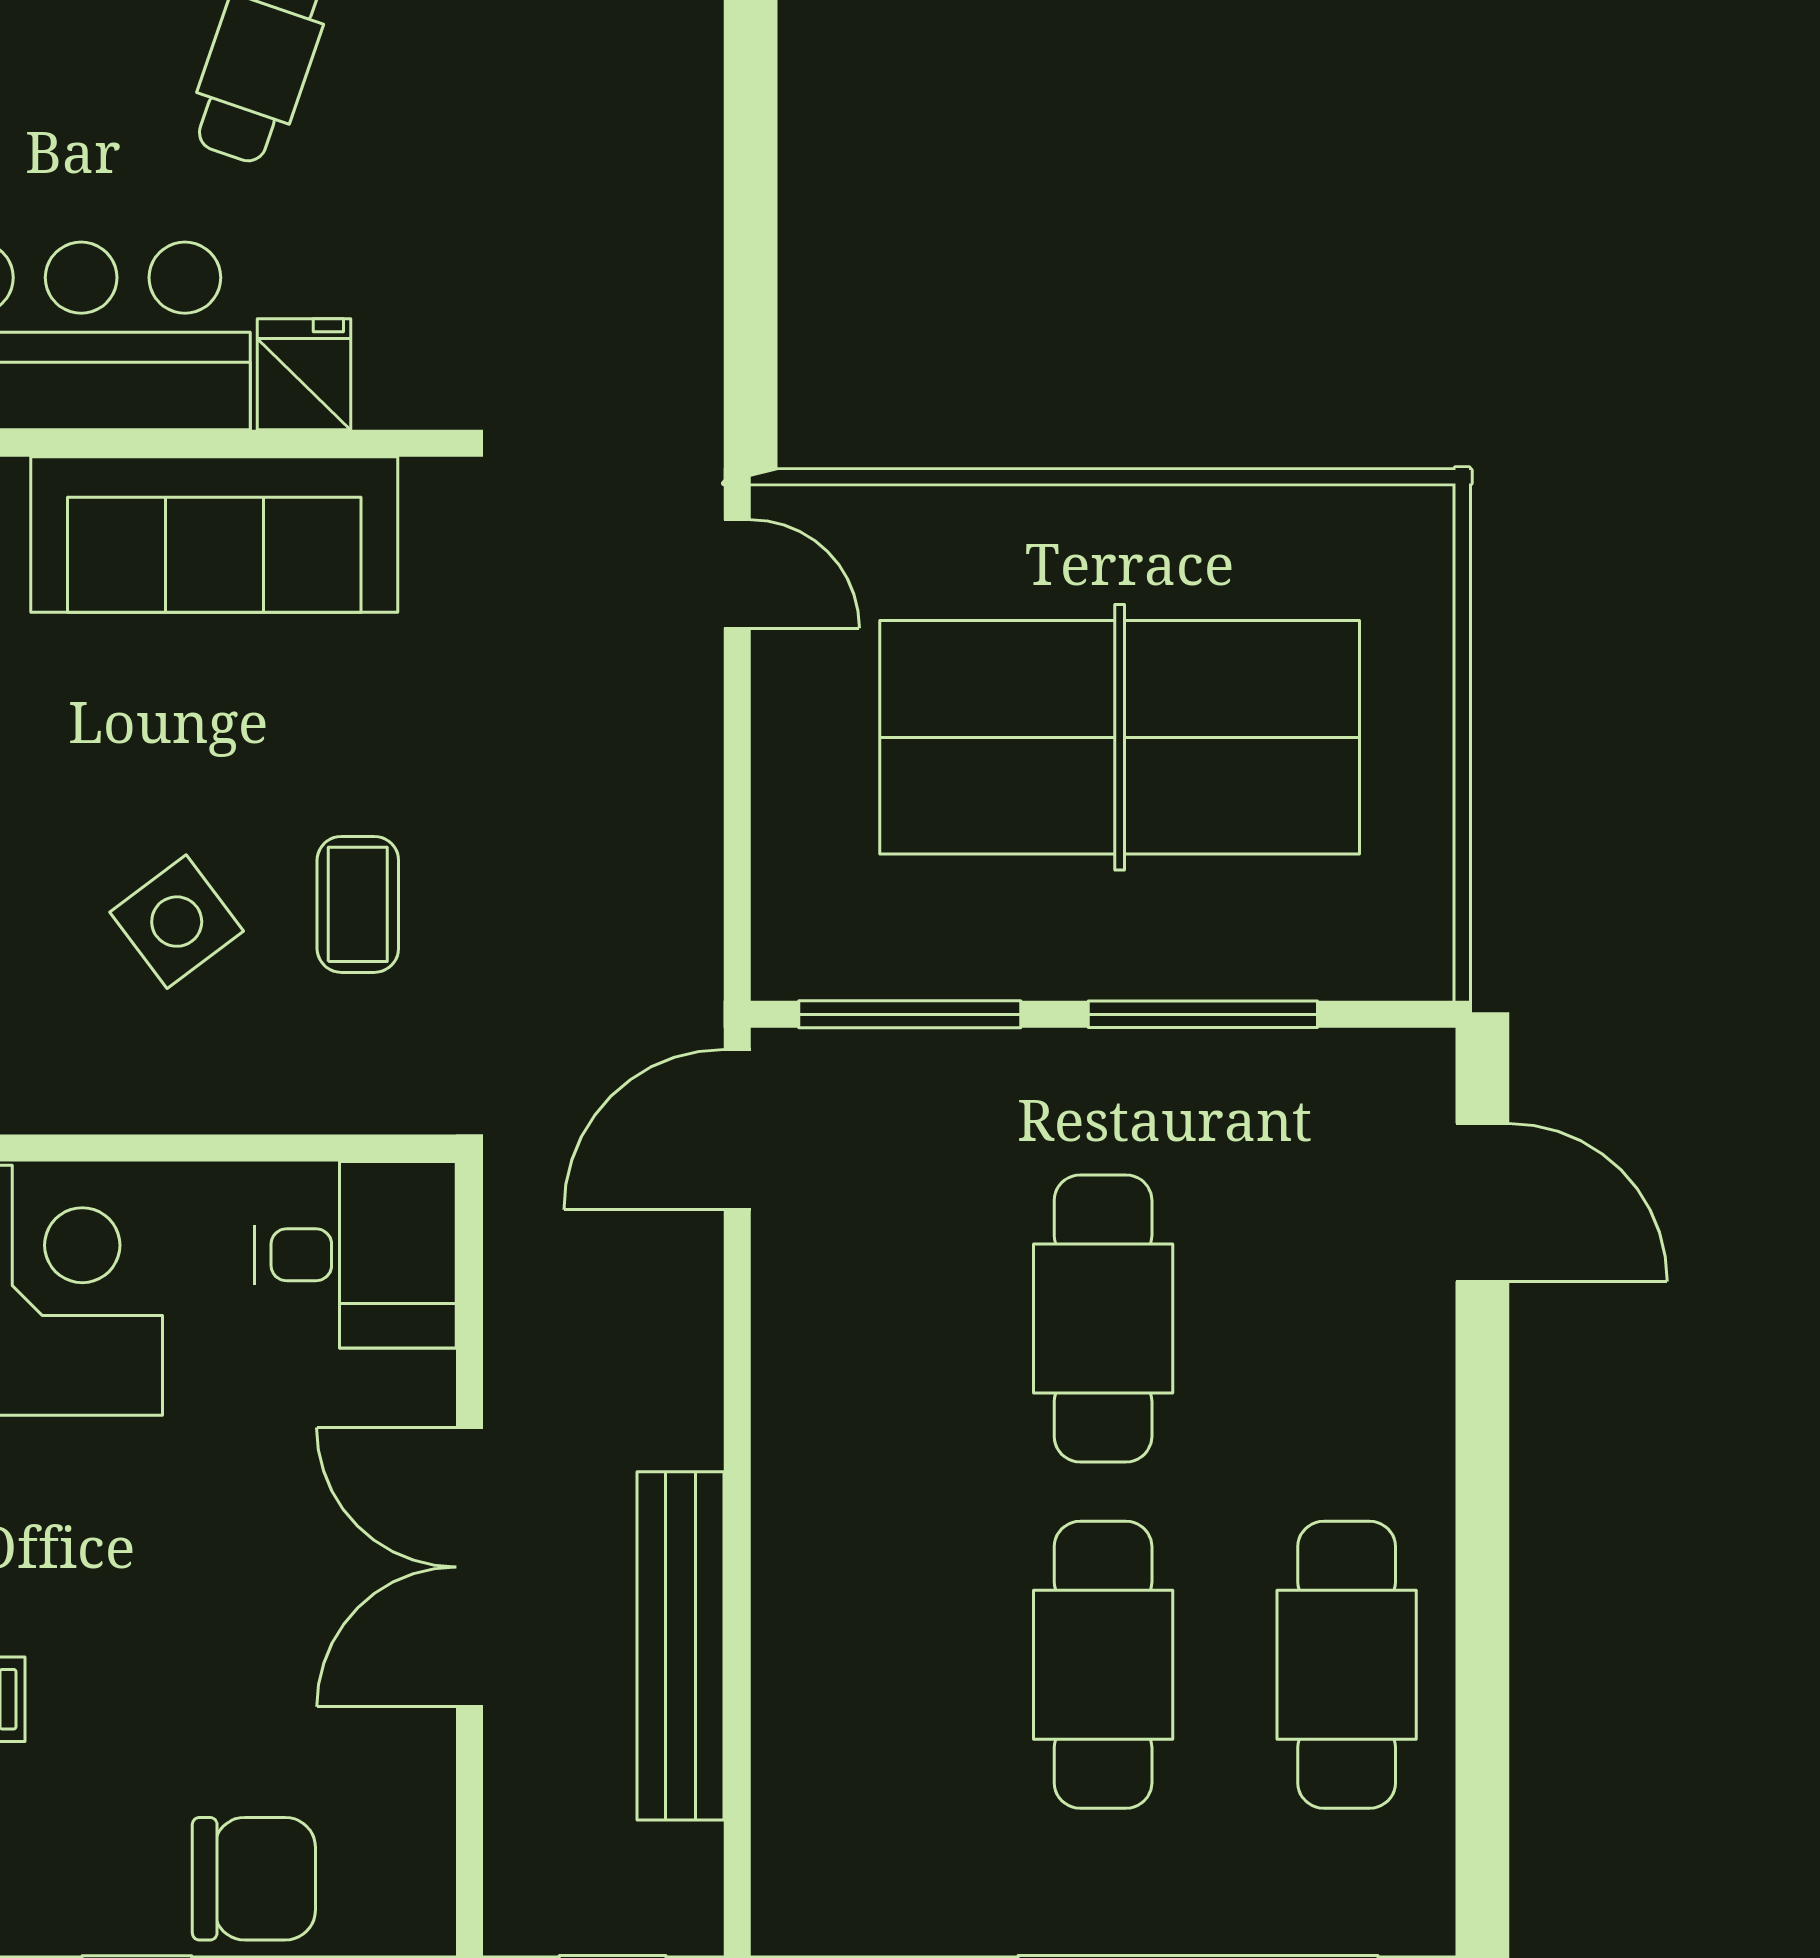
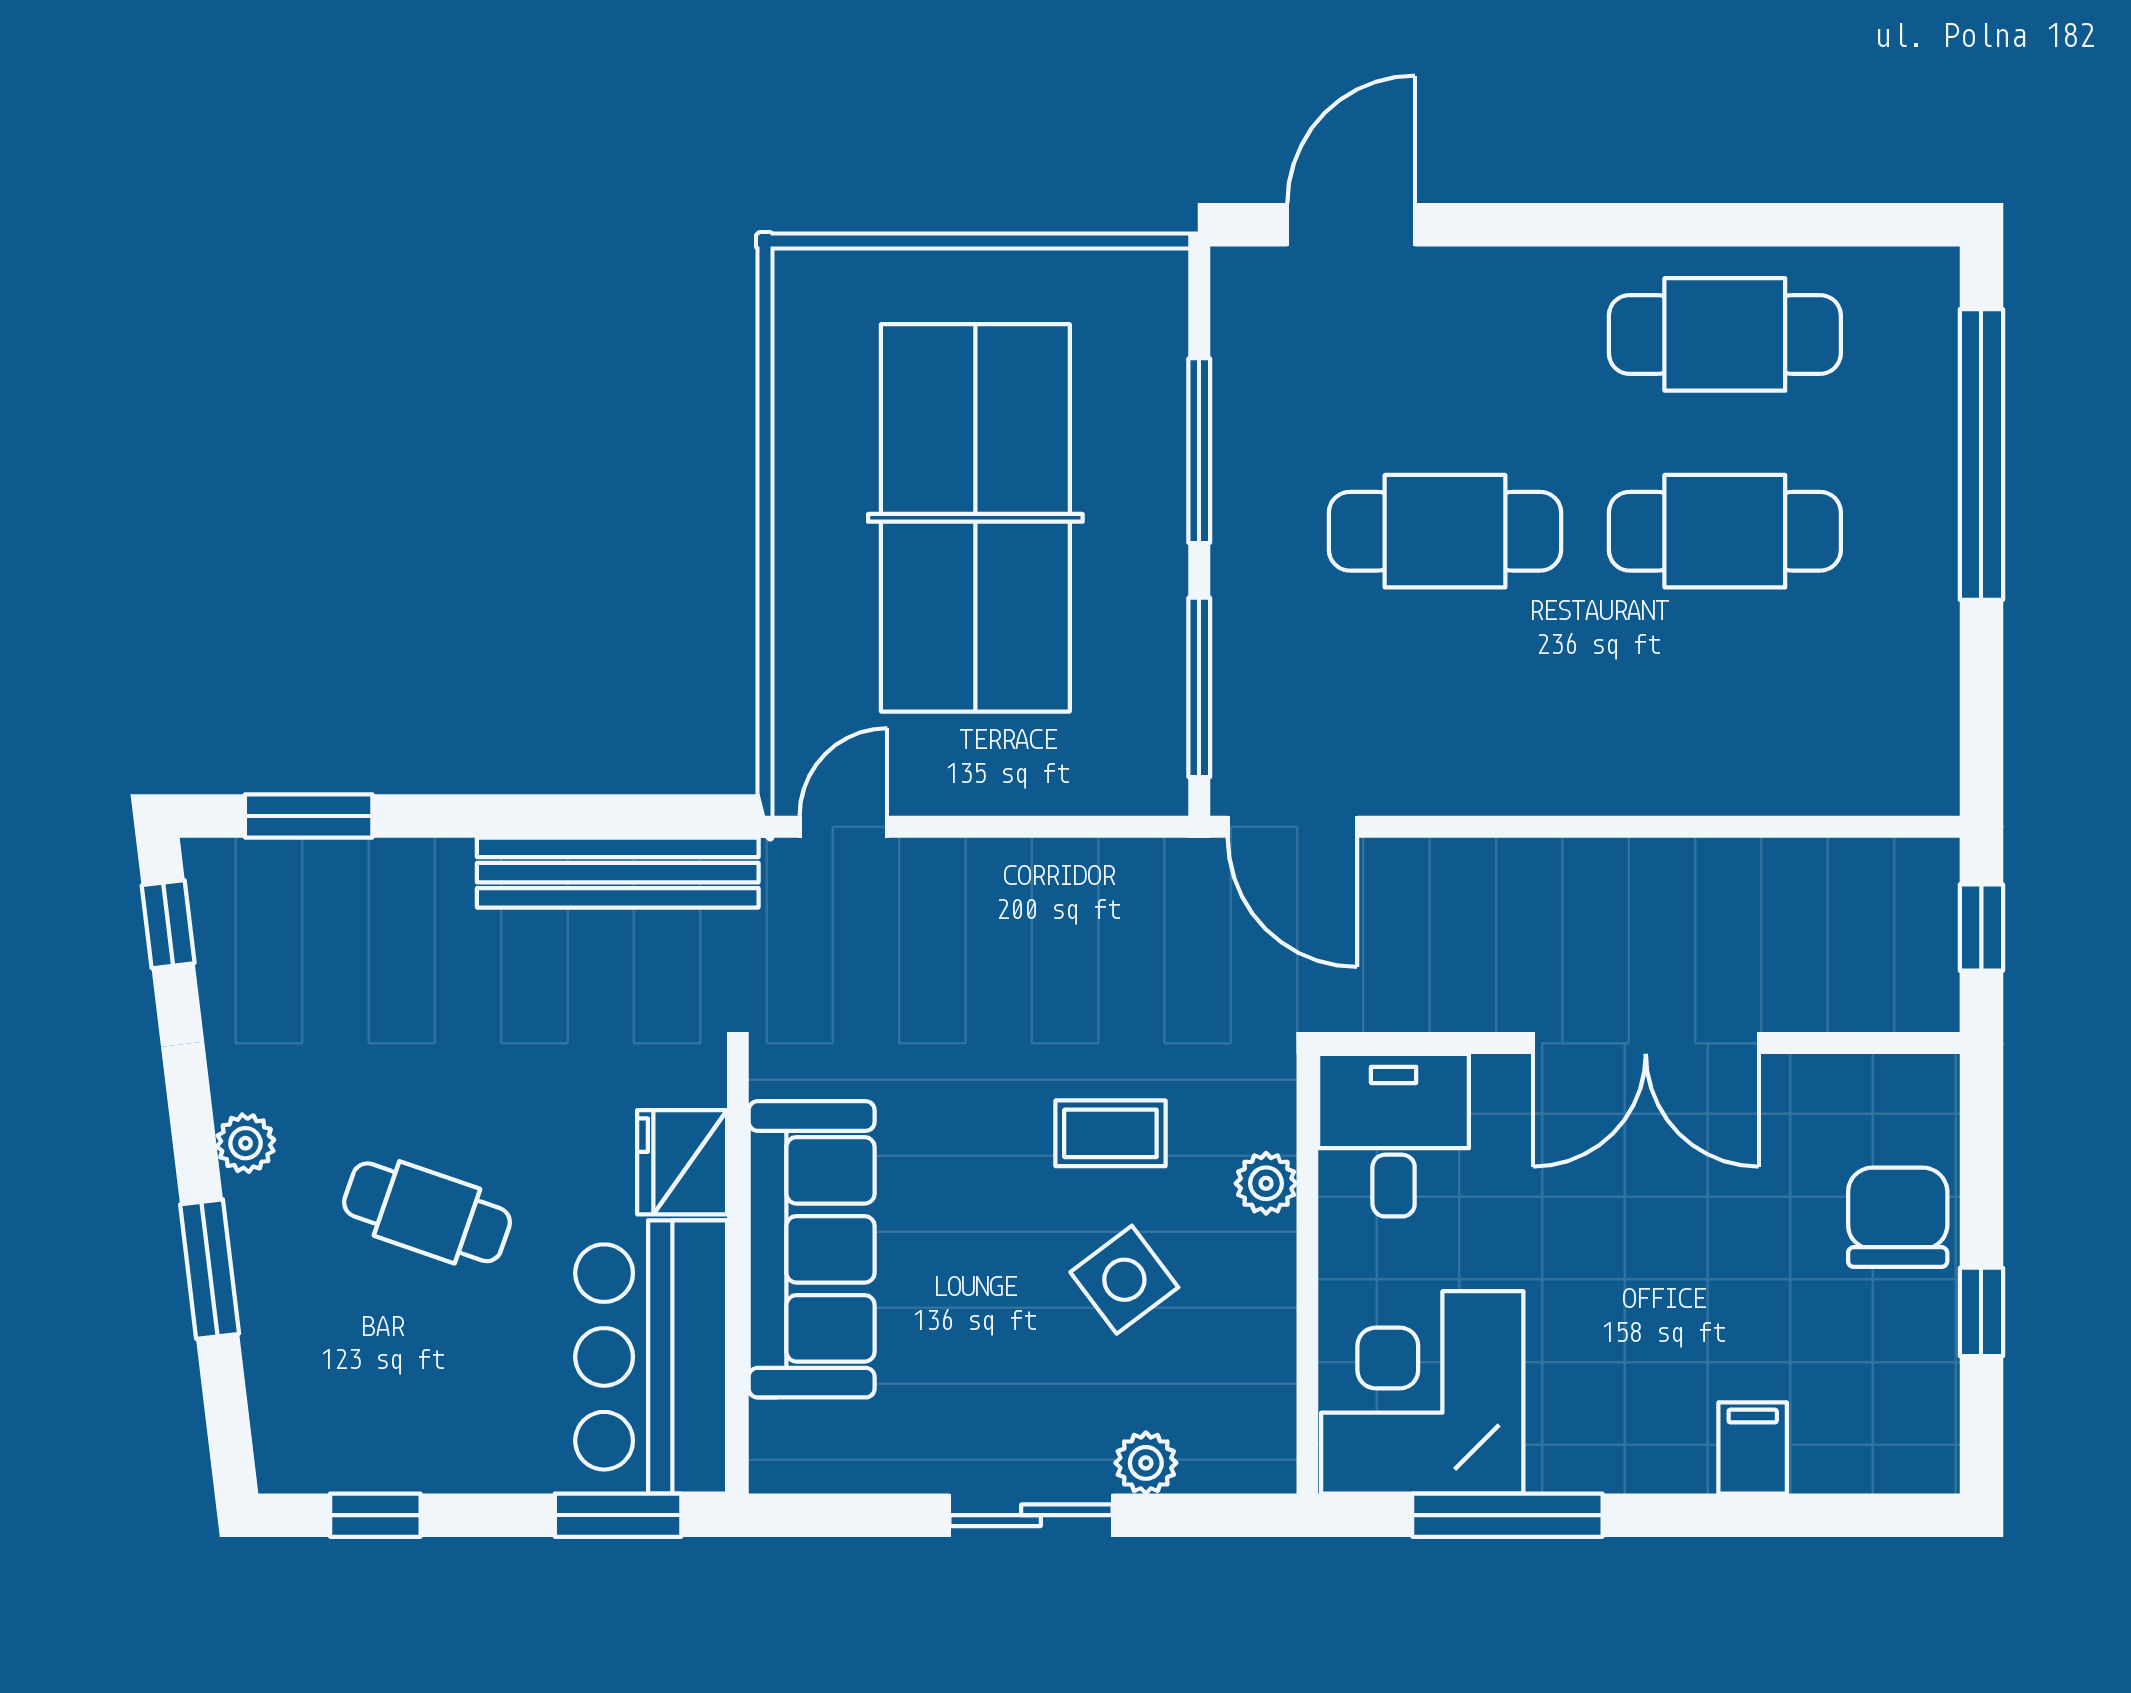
fridge: (304, 374) -> (682, 1162), width x1.38
plant: (296, 1097) -> (1266, 1183), added
bench: (681, 1646) -> (618, 873), moved

